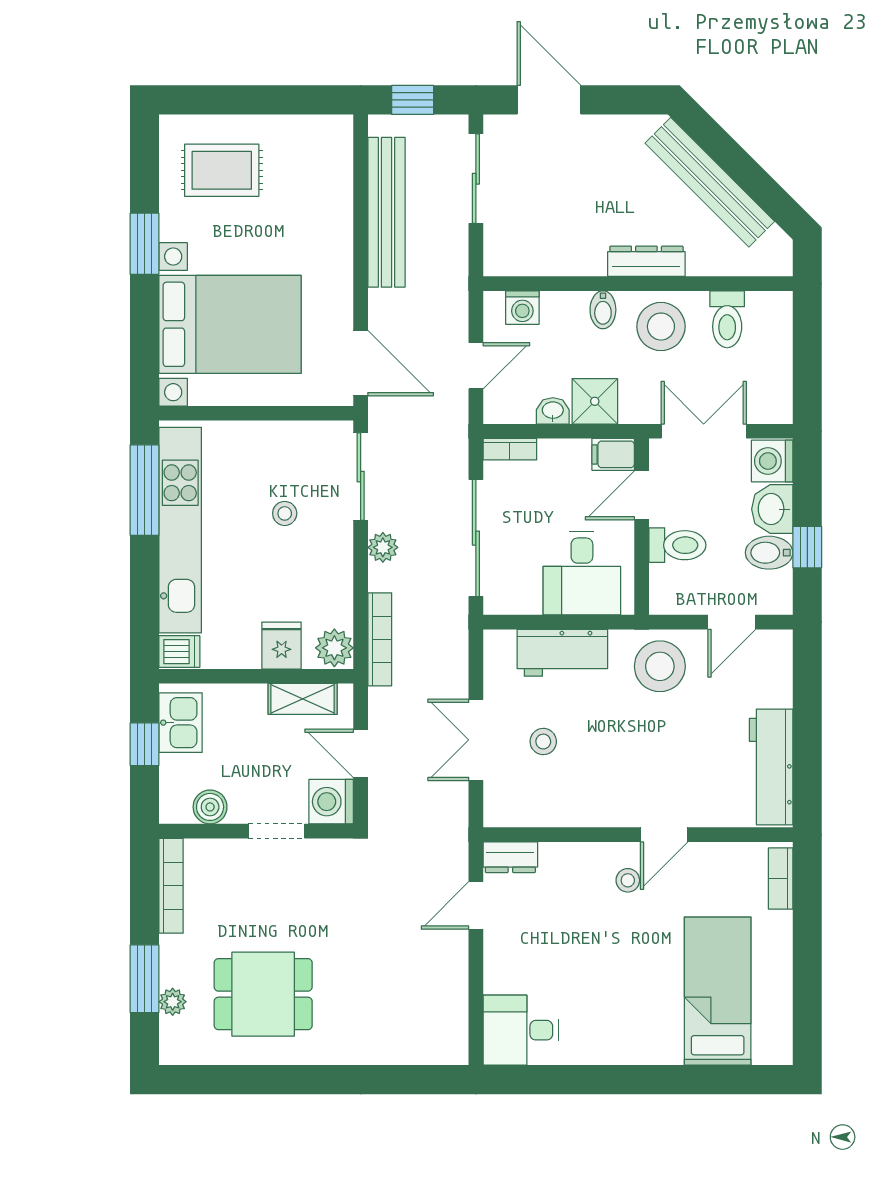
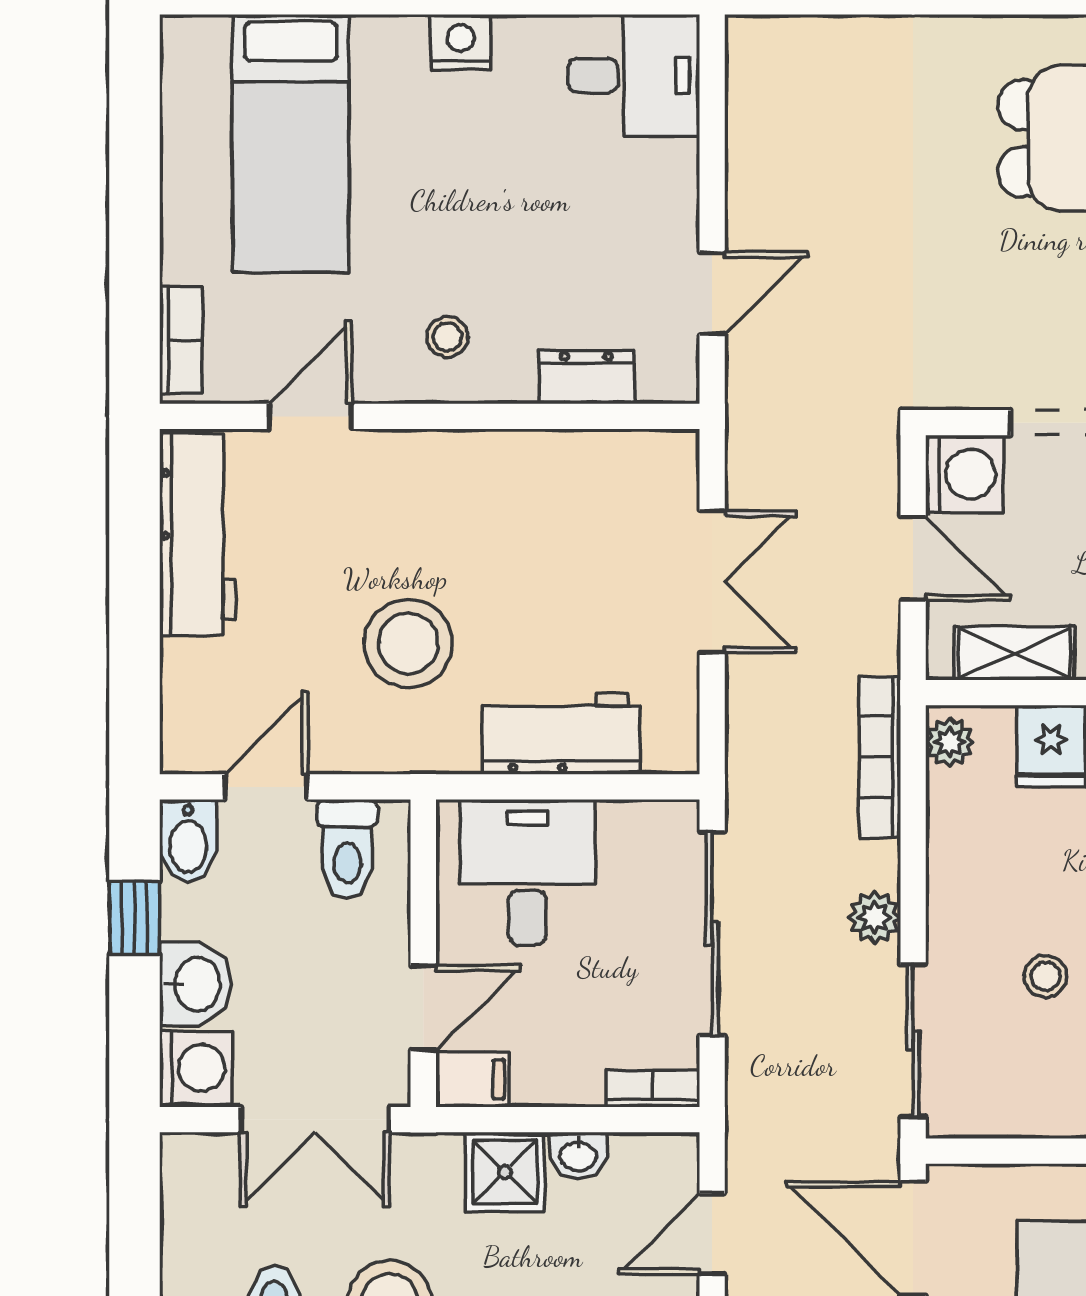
toilet: (677, 545) -> (347, 849), moved, turned -90
bidet: (769, 553) -> (188, 841), moved, turned 90
plant: (334, 648) -> (950, 742), width x0.73, depth x0.73
stool: (660, 666) -> (408, 643), moved
stool: (543, 742) -> (595, 579), removed
door: (664, 835) -> (310, 416), moved
dresser: (510, 857) -> (586, 377), moved
nightstand: (620, 1049) -> (461, 42), added

